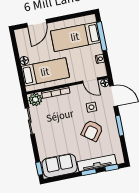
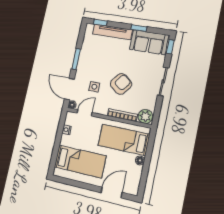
window: (102, 36) -> (56, 151), removed
door: (90, 80) -> (85, 113), hinge flipped
sliding door: (30, 121) -> (163, 81), moved
armchair: (92, 131) -> (121, 84), moved
window: (89, 172) -> (139, 28), moved

